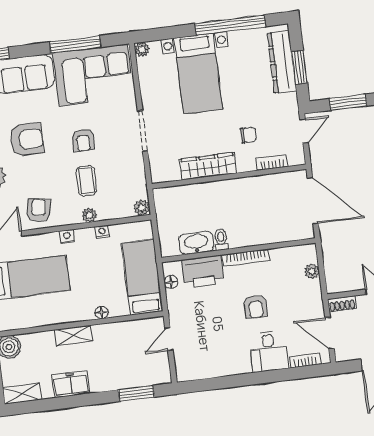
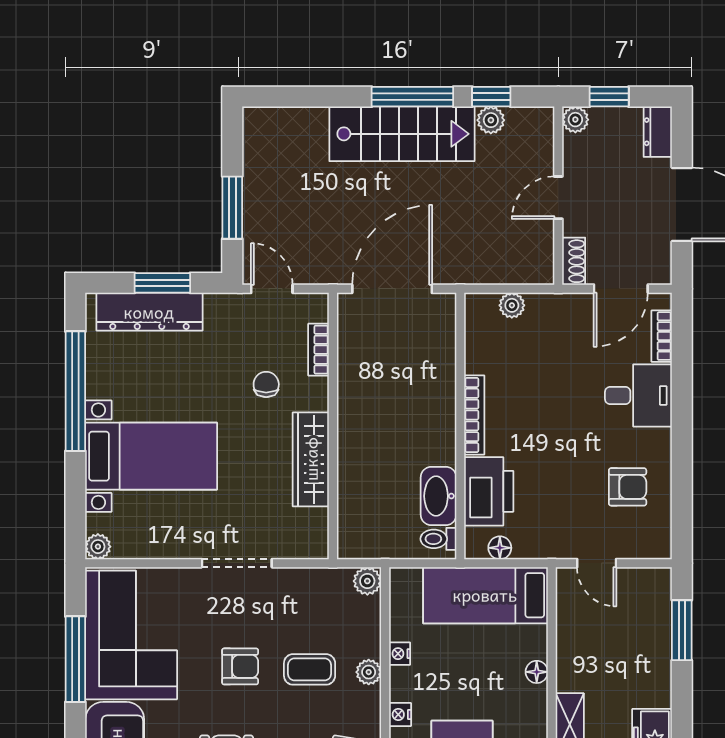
toilet: (221, 240) -> (438, 539), moved
armchair: (256, 307) -> (628, 487), moved

